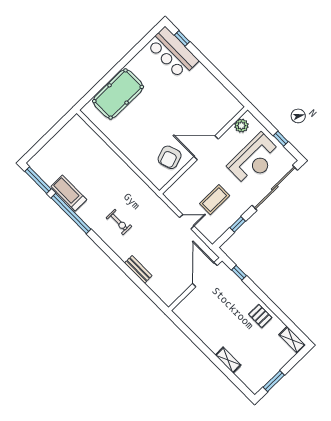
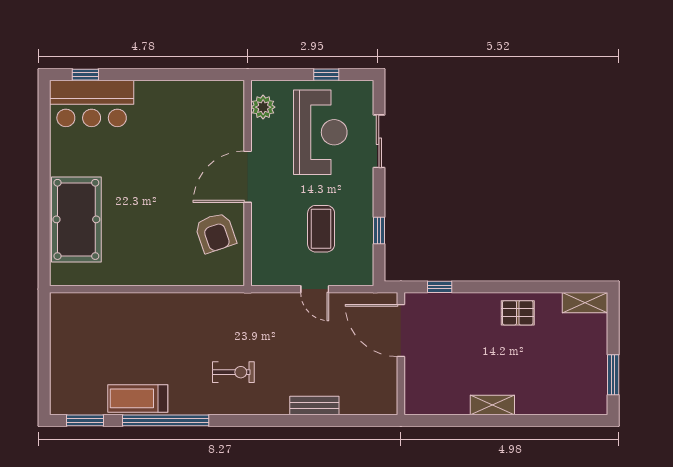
window: (38, 180) -> (85, 420), width x0.69
sliding door: (275, 188) -> (379, 141), width x0.54
door: (187, 222) -> (315, 289), swing flipped
shelving: (228, 360) -> (492, 405), moved

